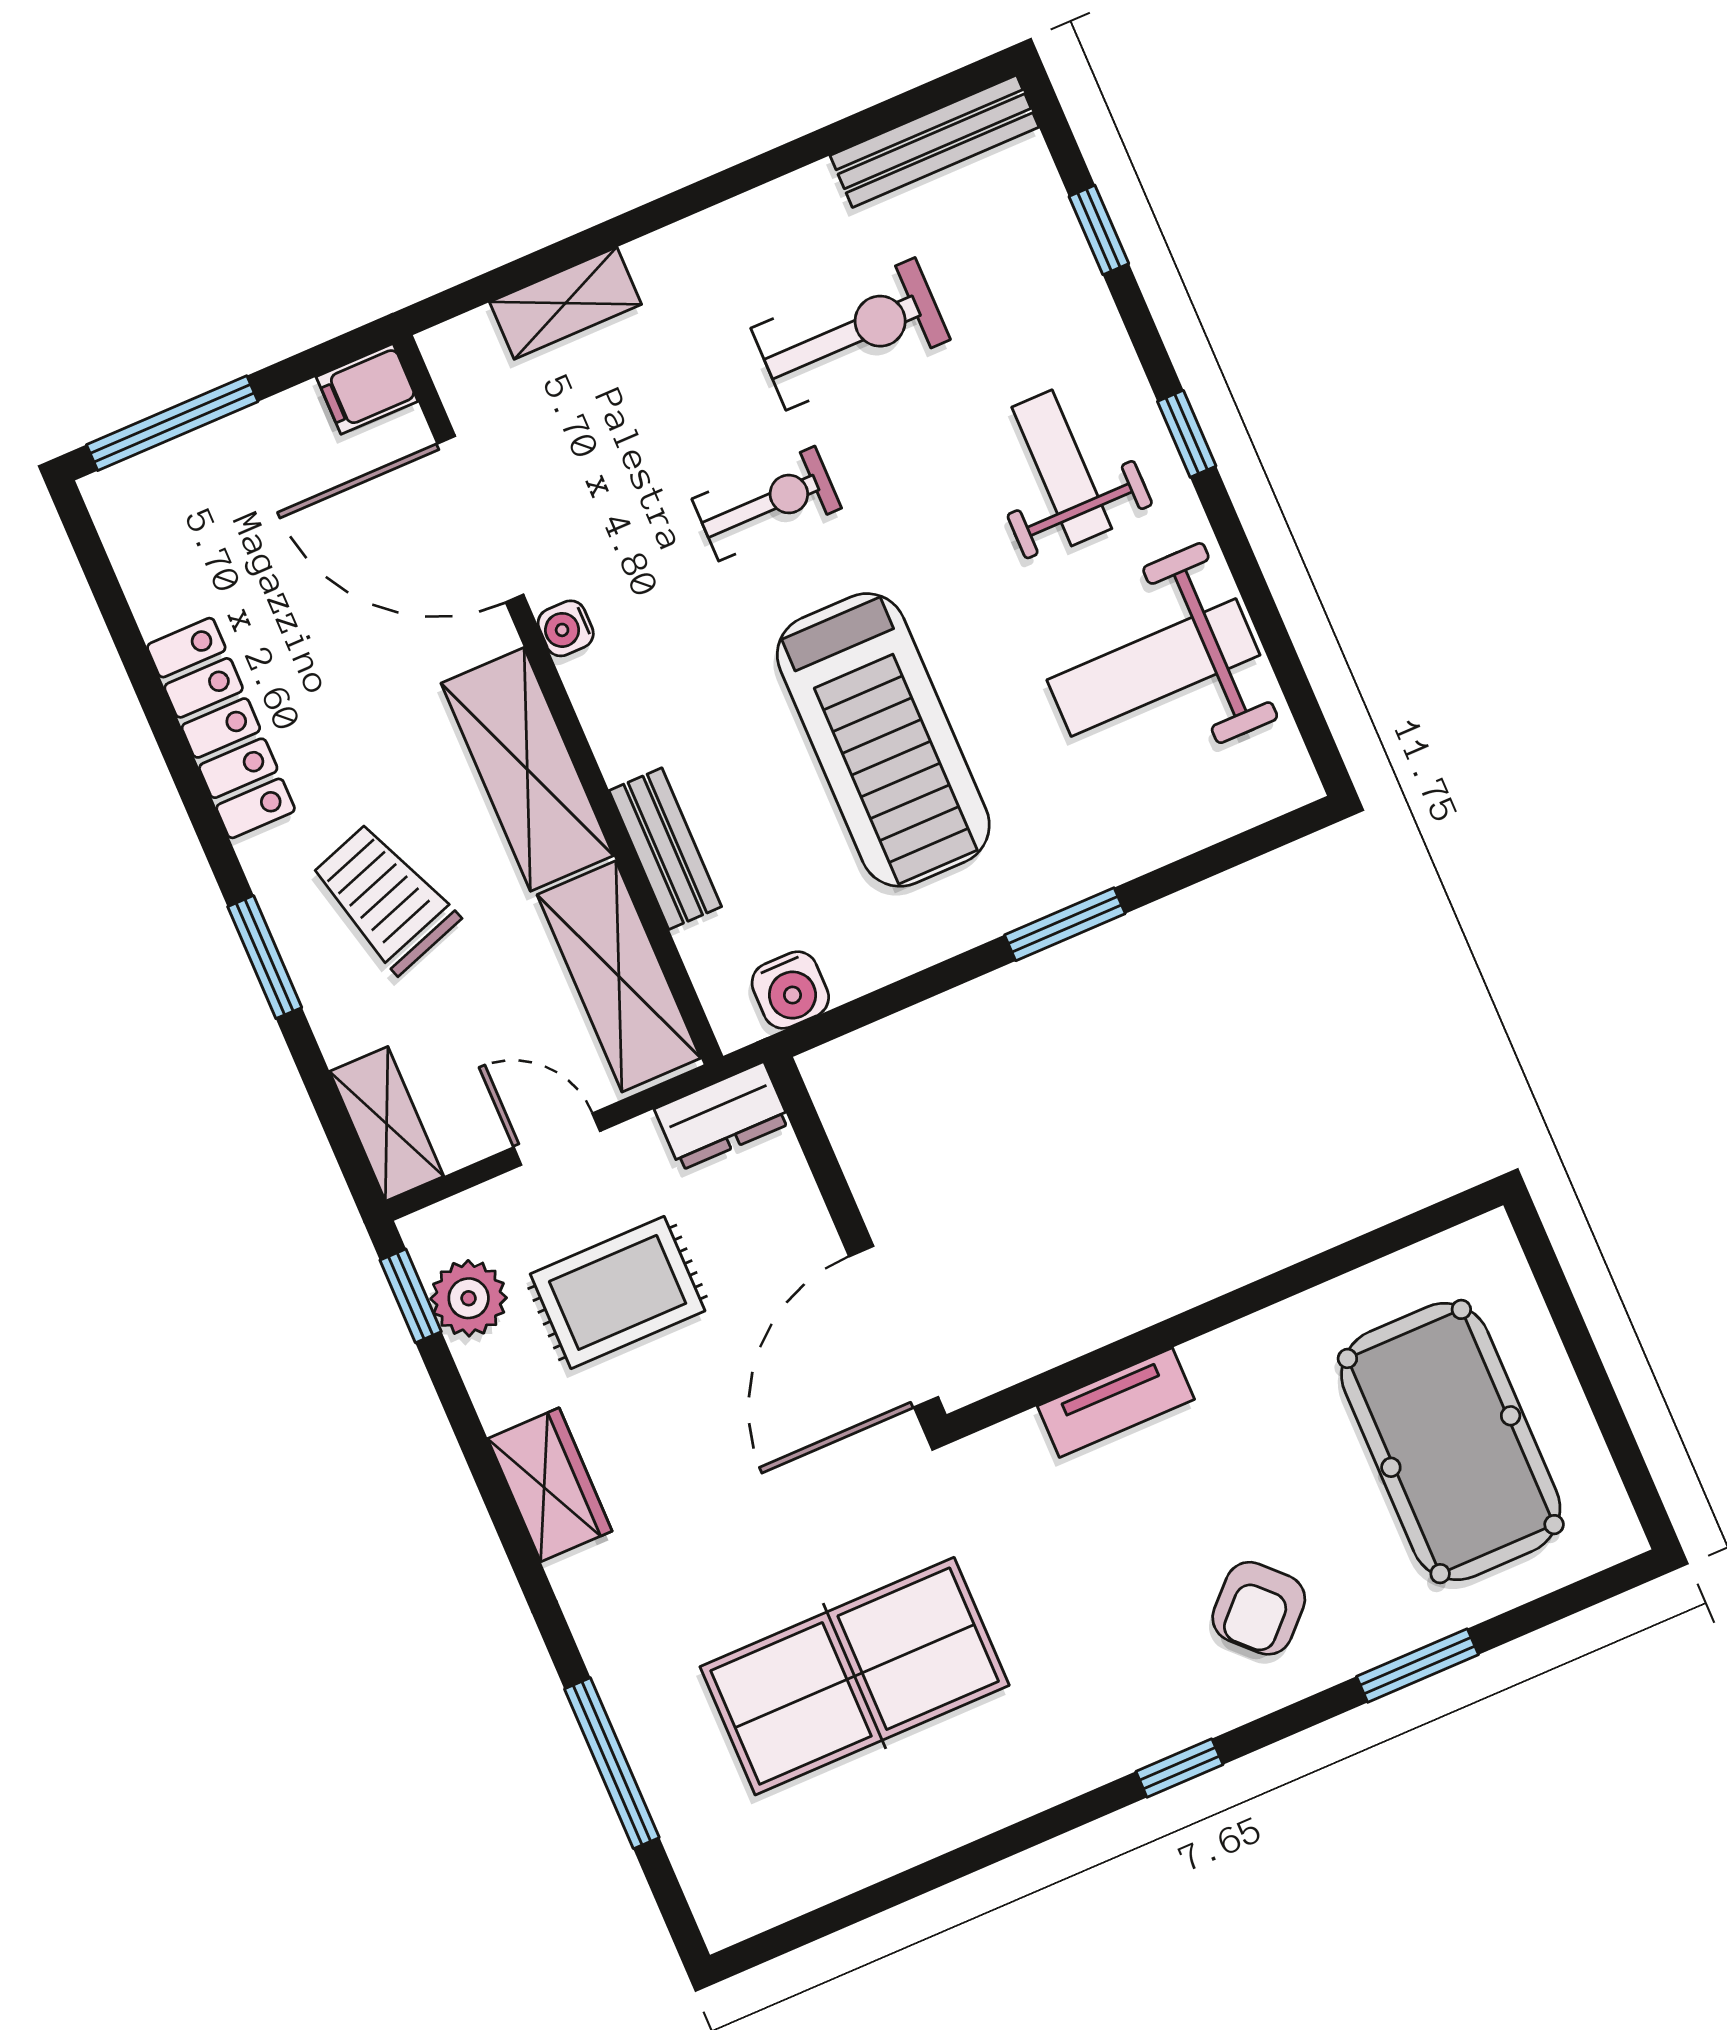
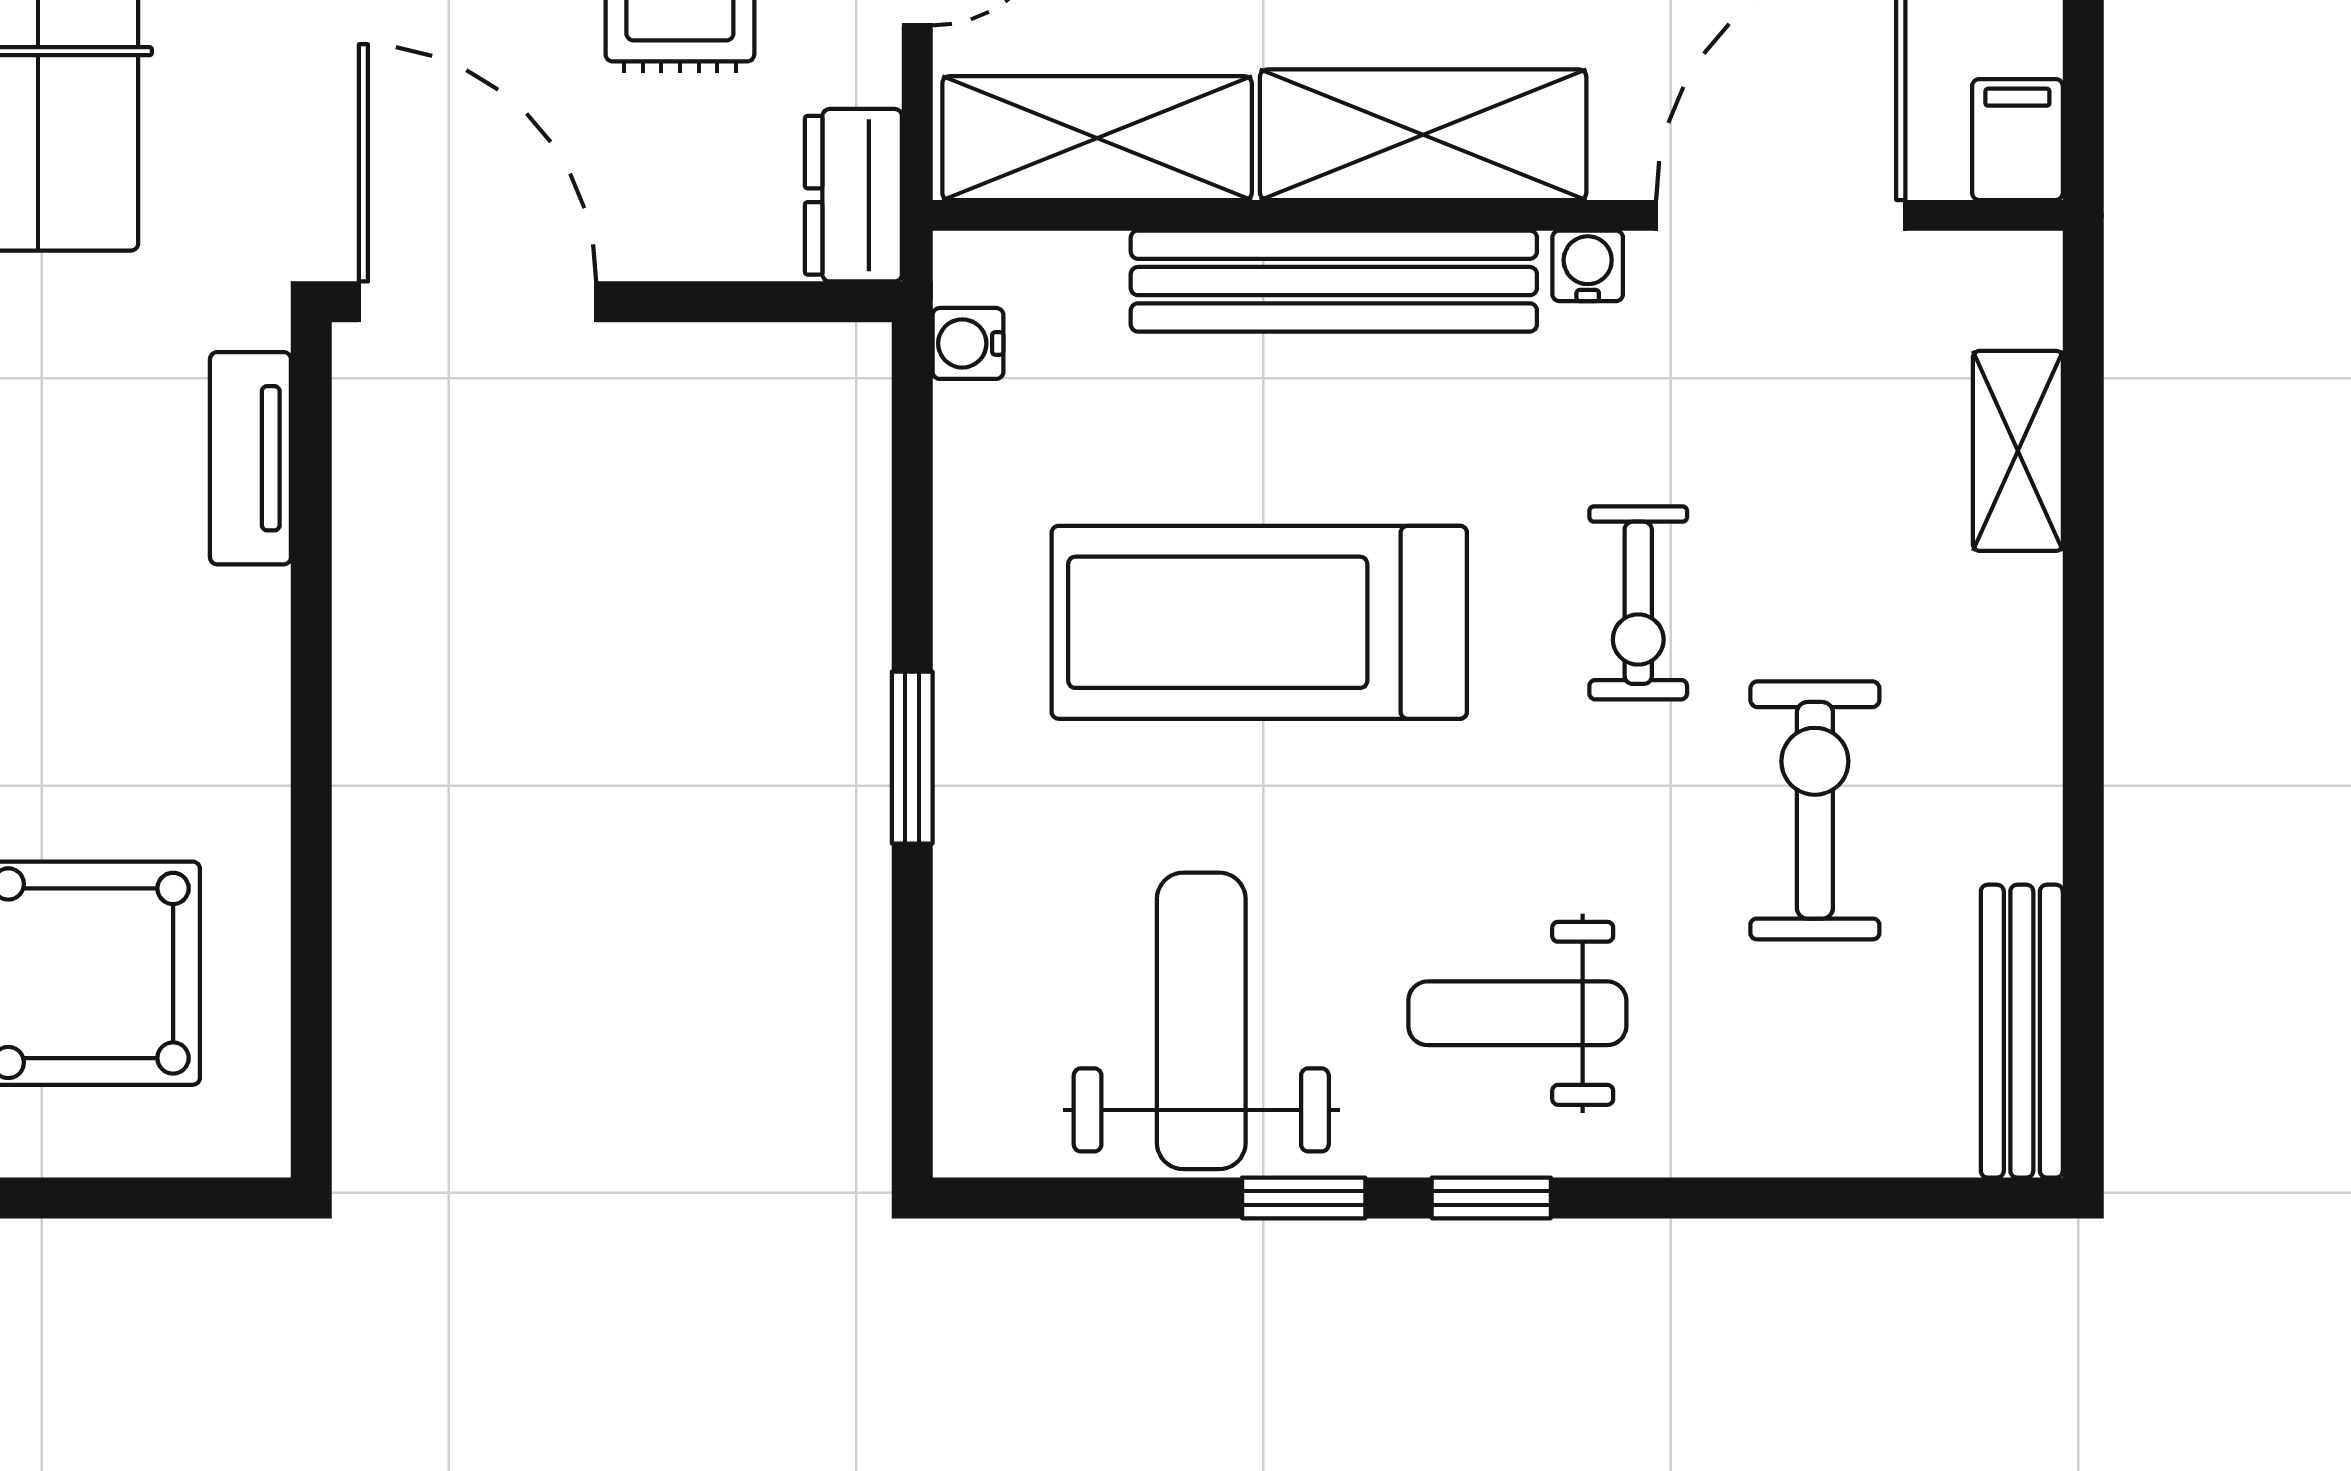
window: (1099, 230) -> (1304, 1198), moved
exercise bike: (851, 334) -> (1815, 810), turned 180
weight bench: (1062, 468) -> (1517, 1013), turned 180
bench: (665, 849) -> (1334, 281), width x1.86, depth x1.21
water cooler: (790, 990) -> (968, 343), width x0.72, depth x0.72
tv unit: (1116, 1403) -> (250, 458), moved

